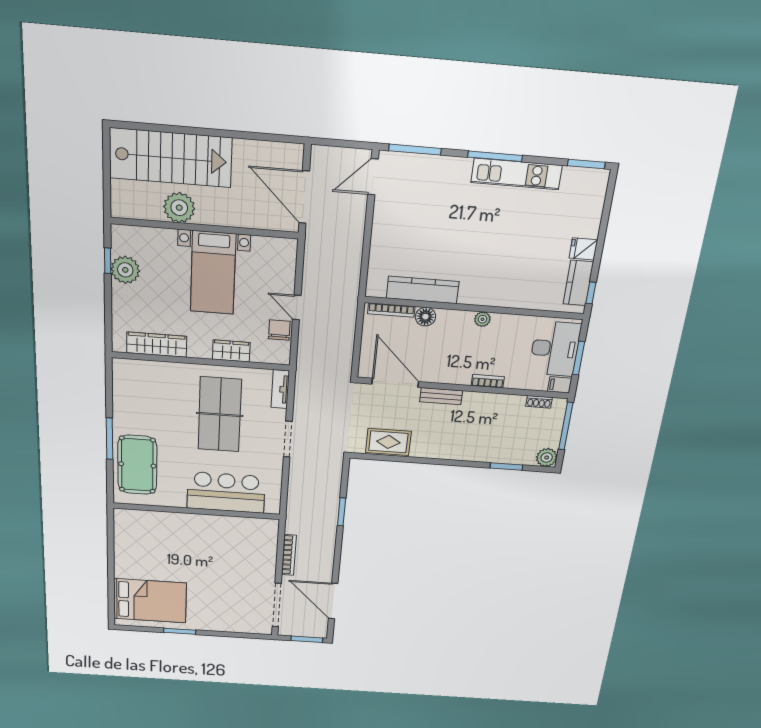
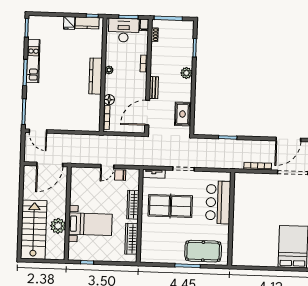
plant: (125, 270) -> (91, 254), removed
bed with nightstands: (213, 273) -> (90, 224), moved
kitchen counter: (423, 290) -> (96, 76), moved
wardrobe: (231, 351) -> (133, 205), width x1.50
plant: (547, 457) -> (186, 73), moved

